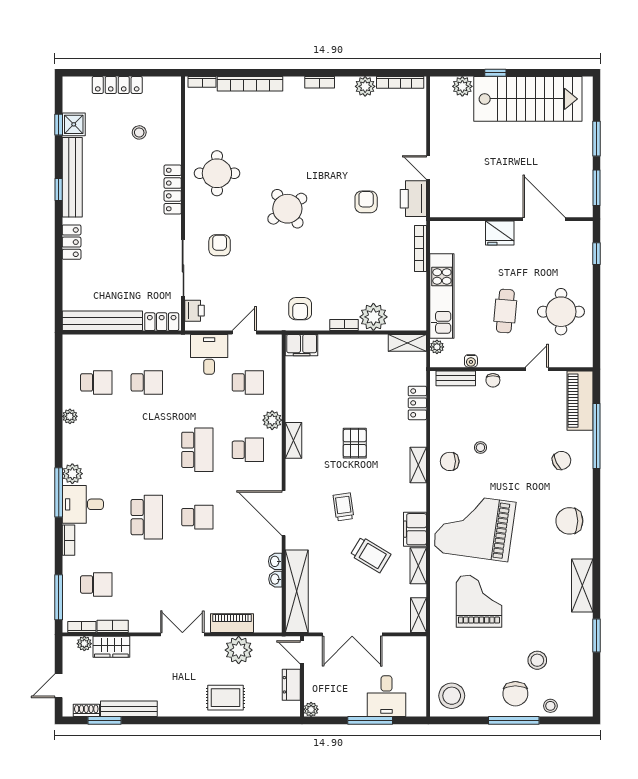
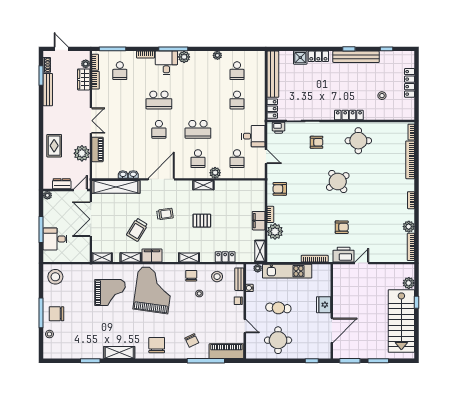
shower: (74, 124) -> (300, 58), moved
filing cabinet: (302, 345) -> (259, 221), moved
stool: (537, 660) -> (217, 277), moved

